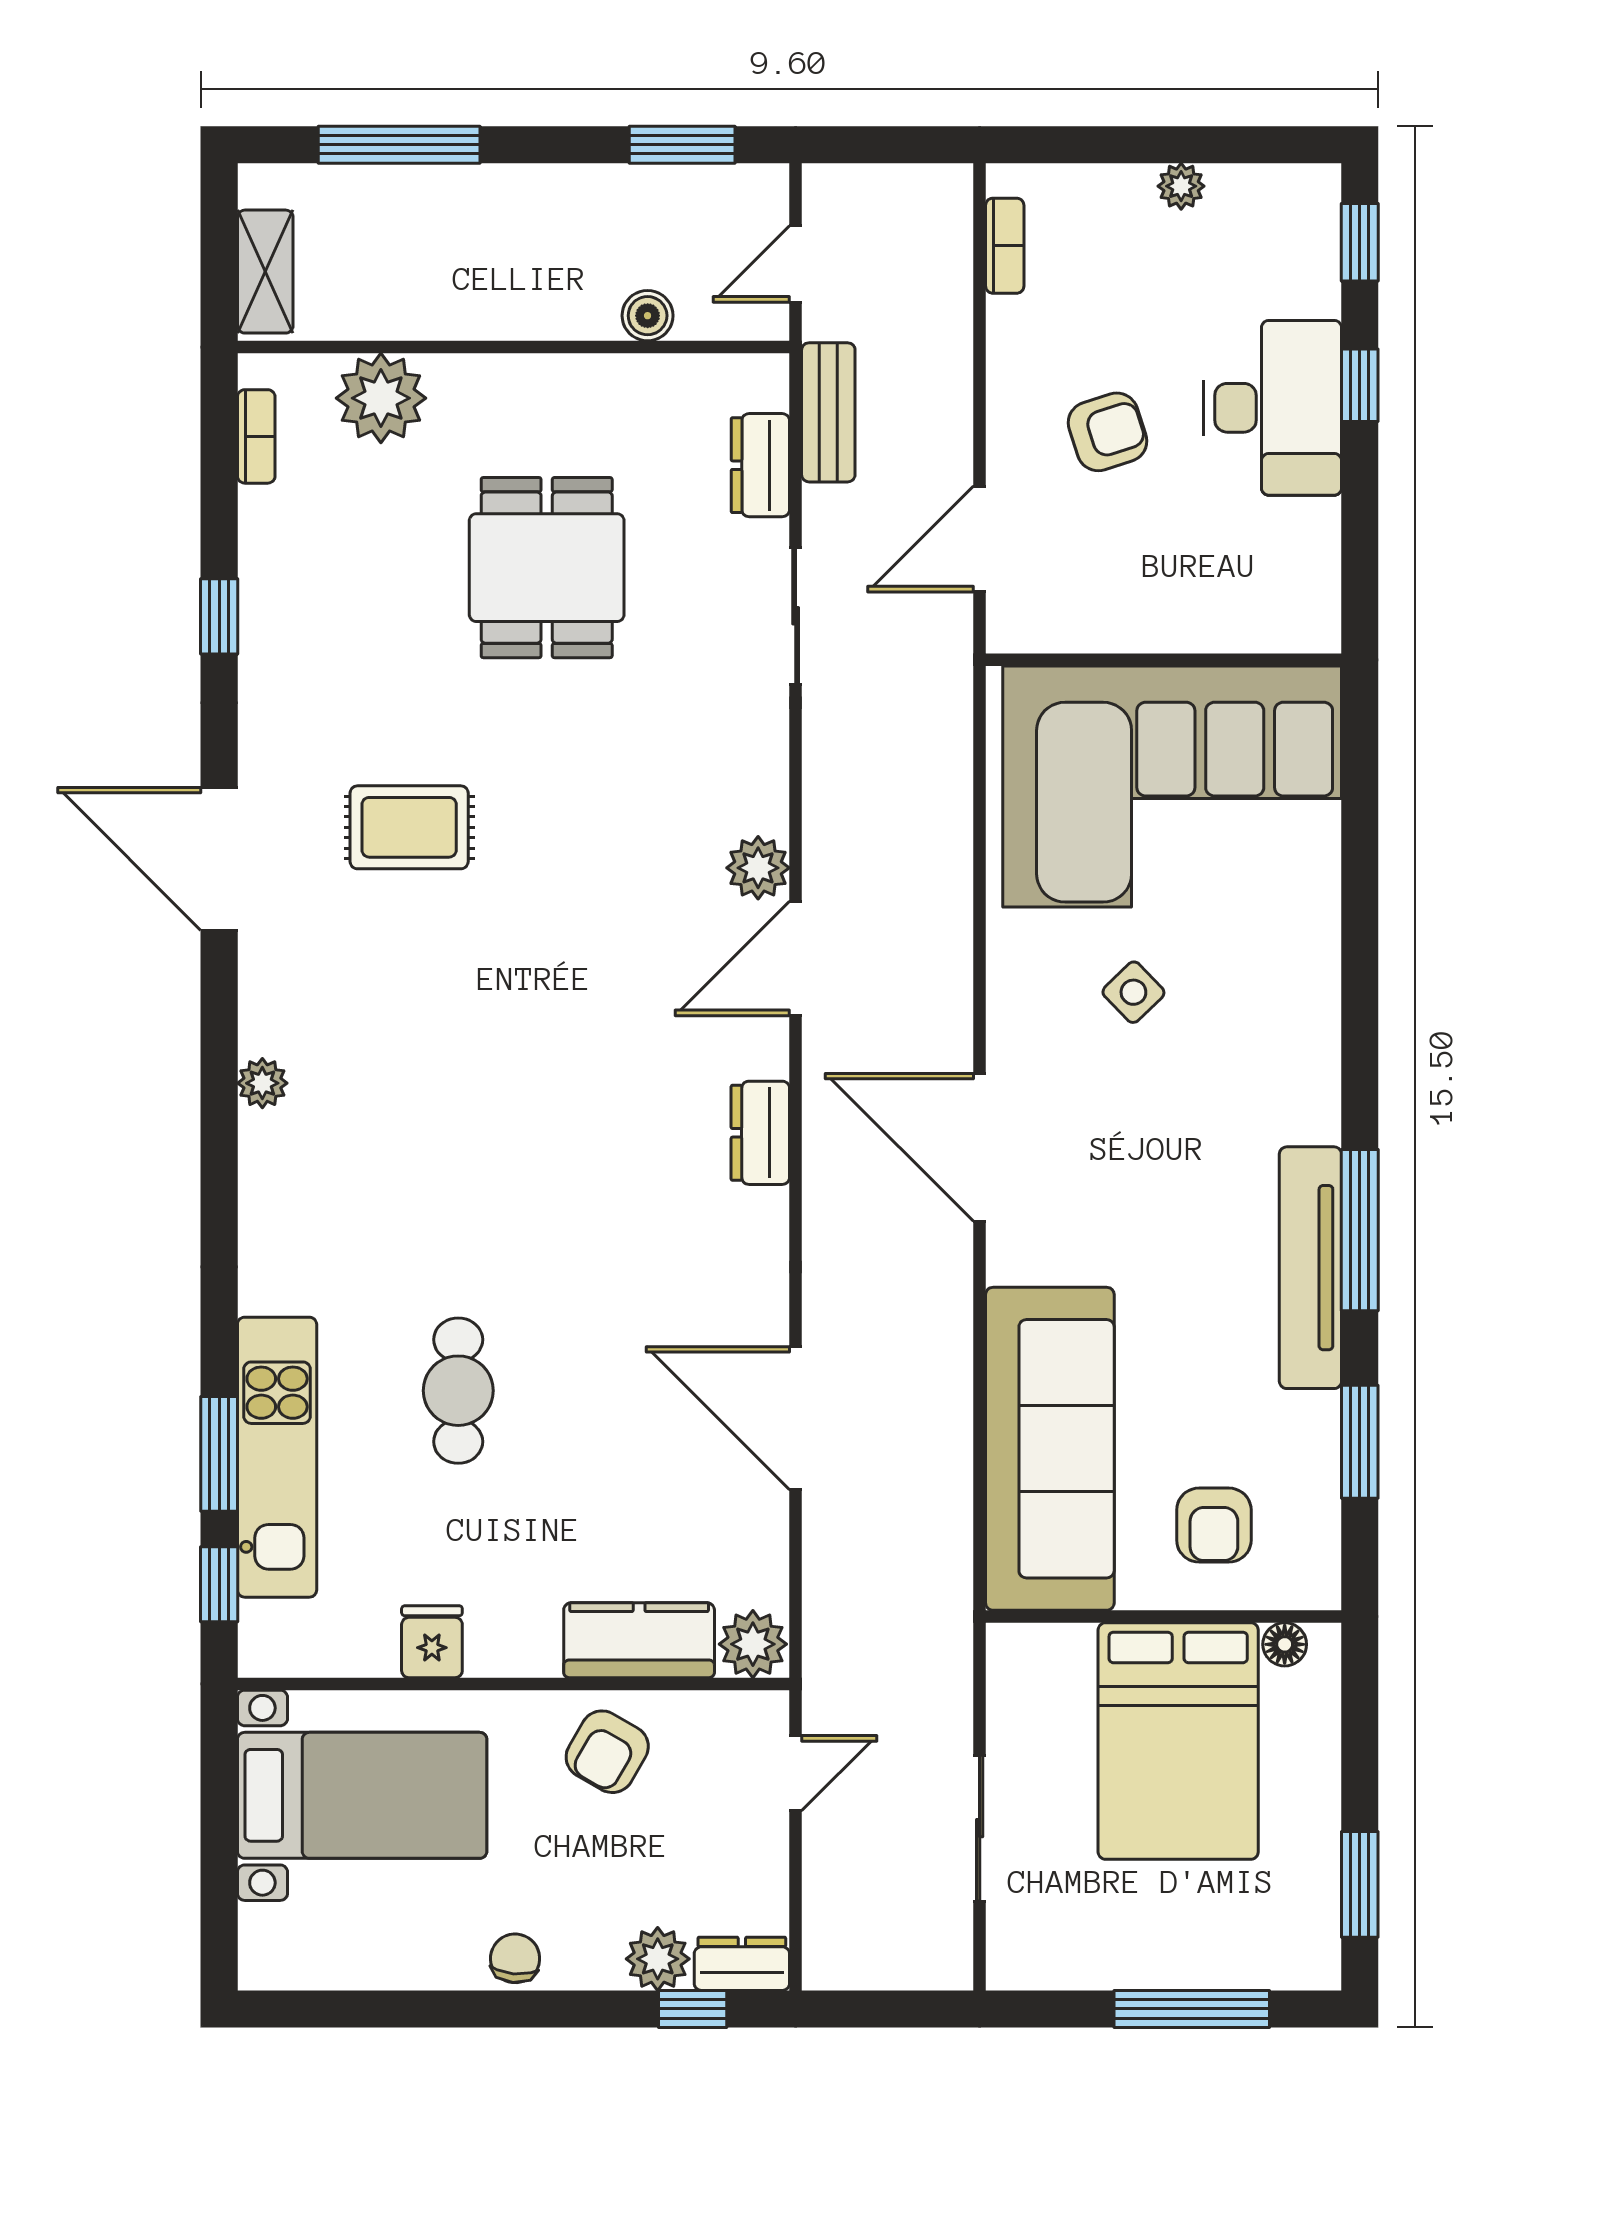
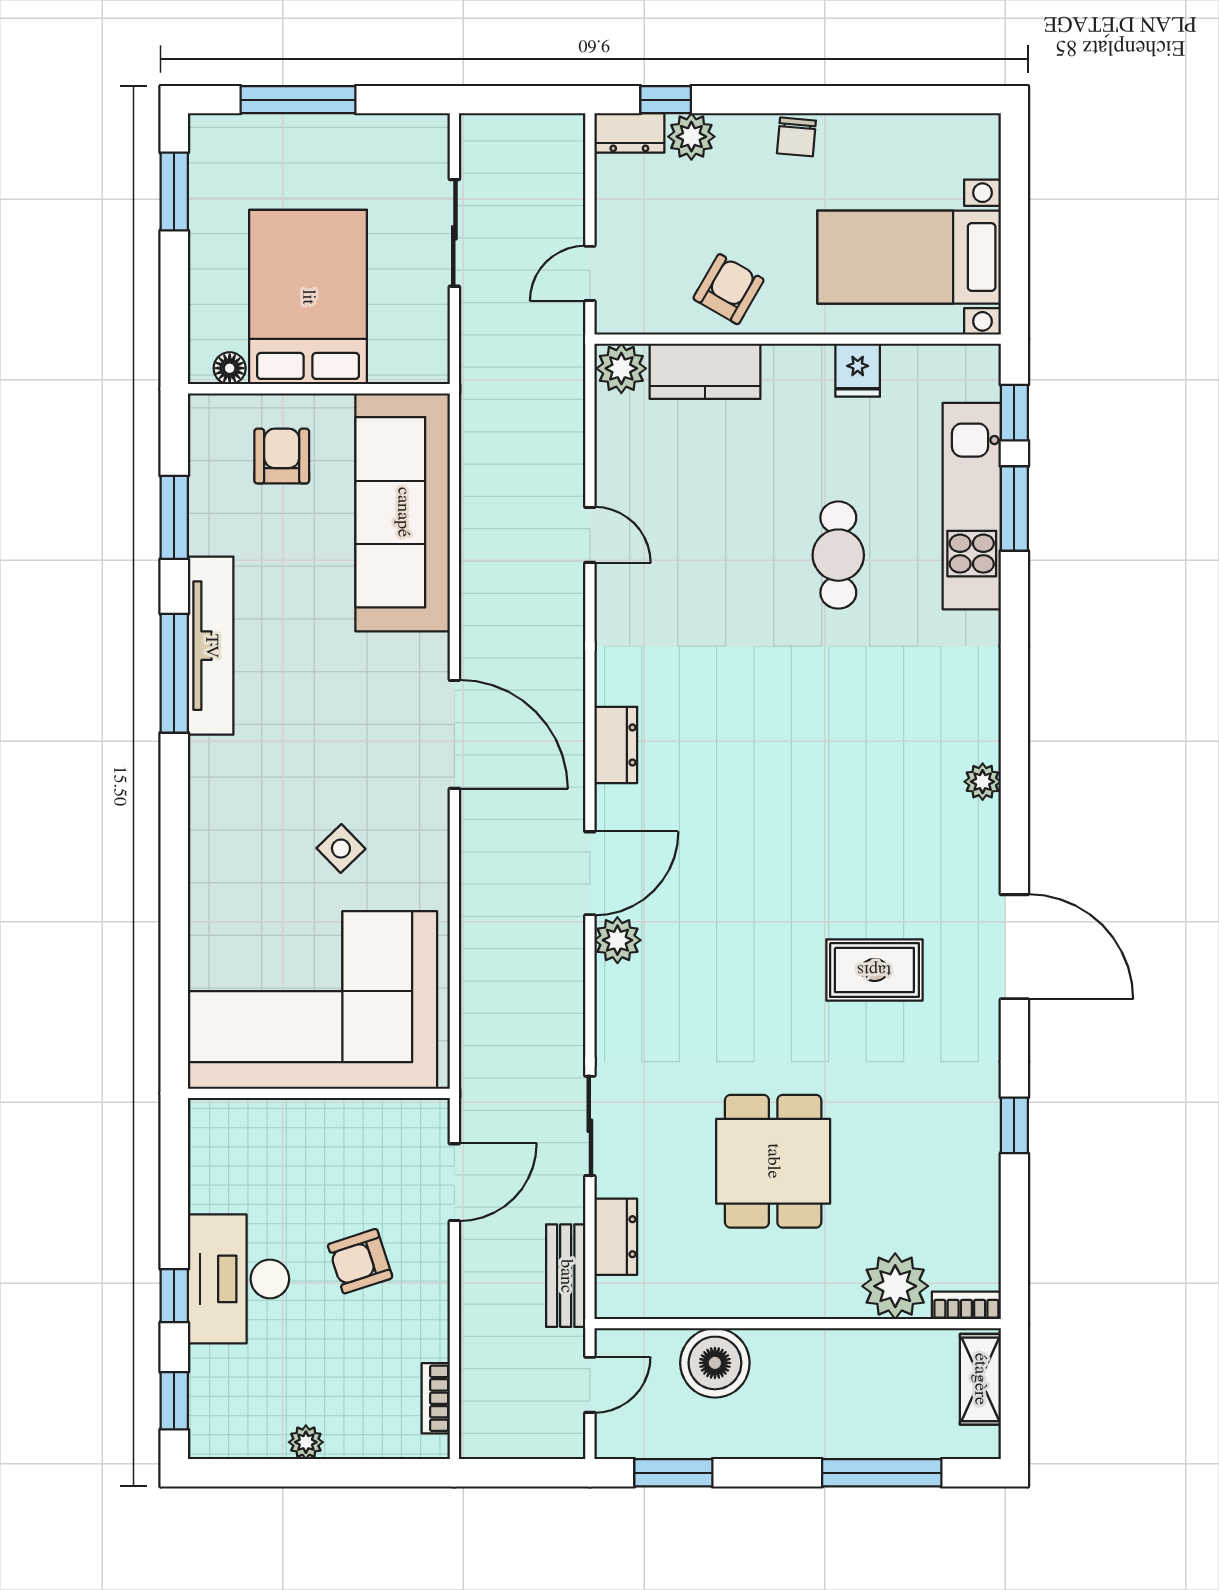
boiler: (648, 316) -> (715, 1363), width x1.86, depth x1.86
bookcase: (256, 436) -> (966, 1305), moved, turned 90
door: (796, 1418) -> (590, 535), width x0.53

